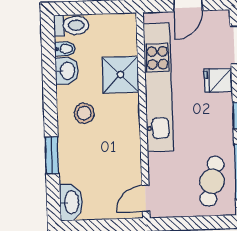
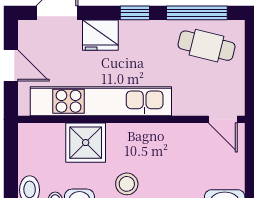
fridge: (218, 80) -> (100, 35), width x1.38

